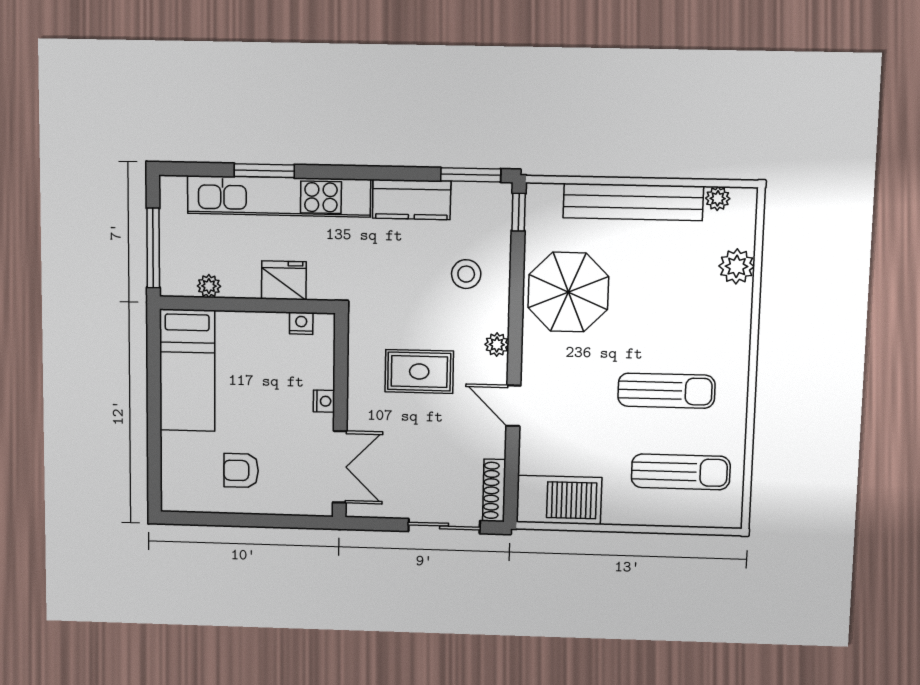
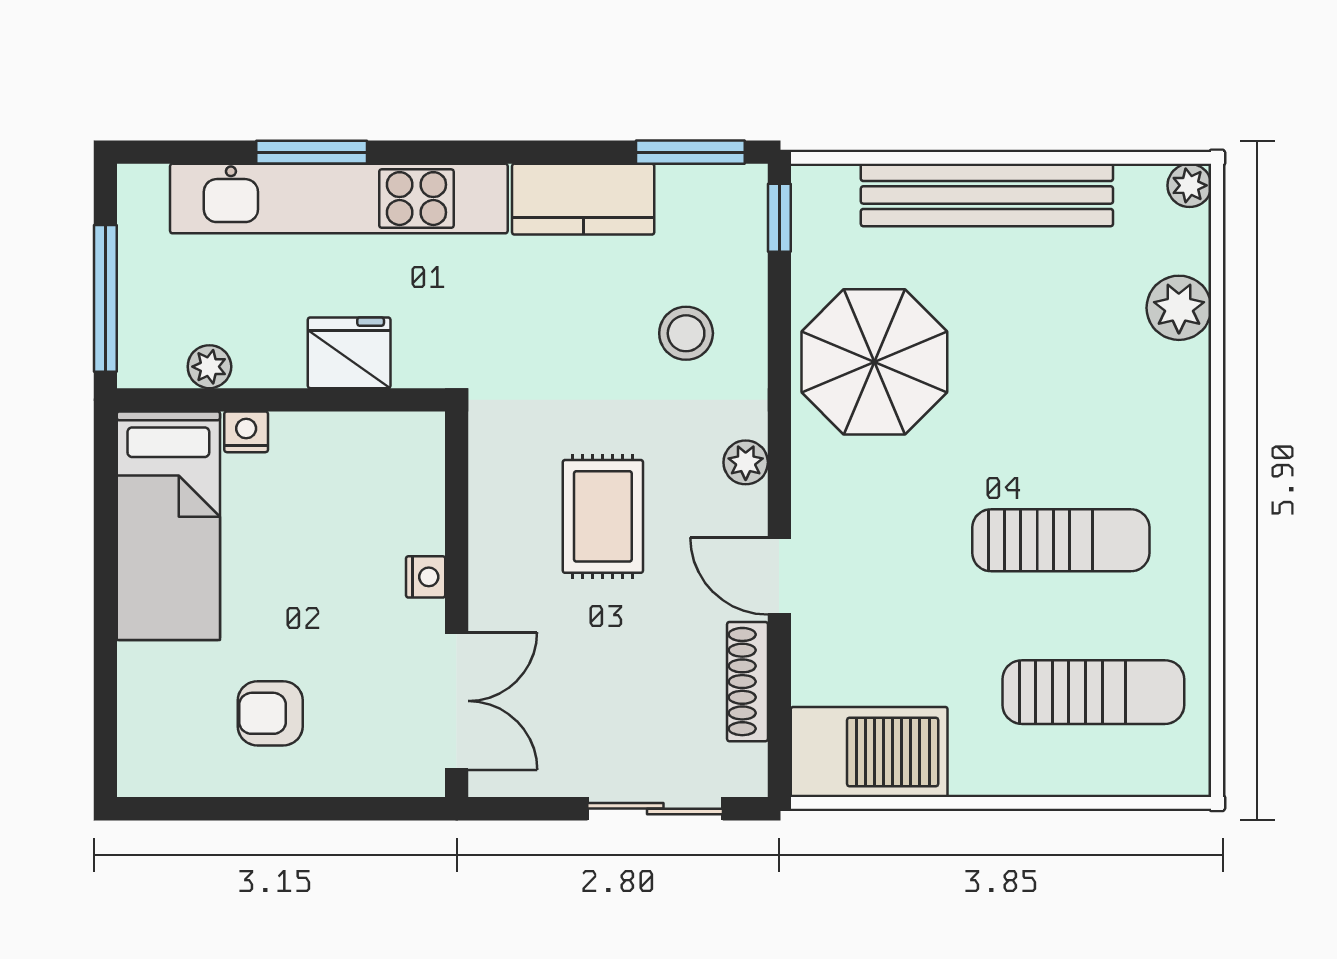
plant: (718, 198) -> (1189, 185), moved
nightstand: (301, 323) -> (246, 432), moved
rug: (419, 372) -> (603, 516), turned 90
shoe rack: (494, 490) -> (747, 682), moved

